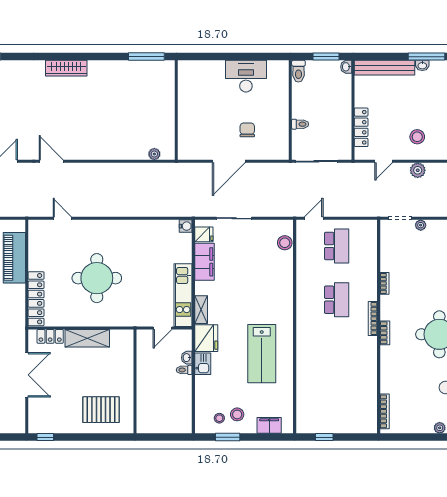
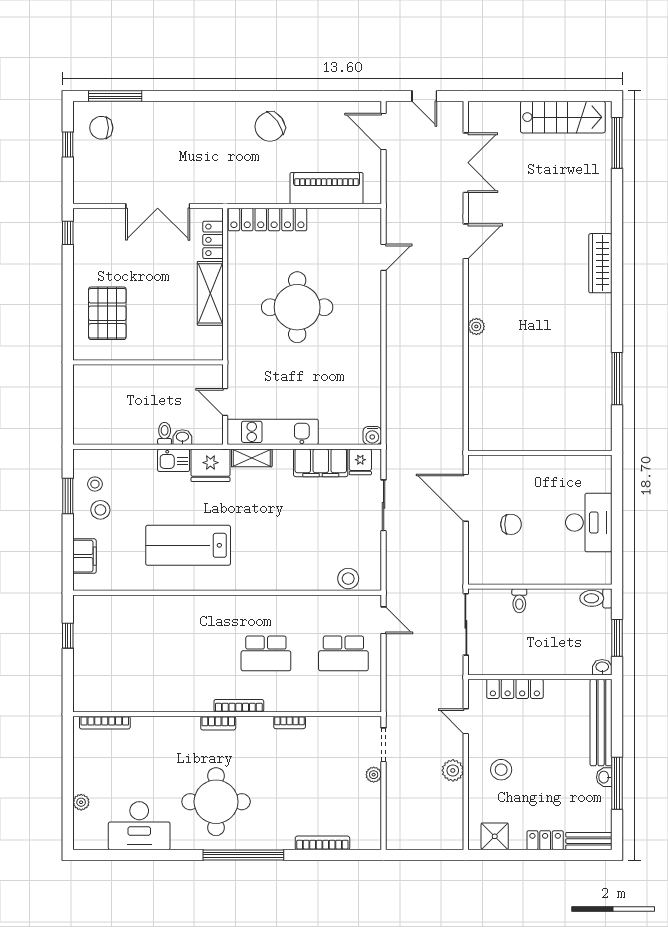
wall: (176, 110) -> (540, 453), moved
plant: (154, 154) -> (476, 326), moved

